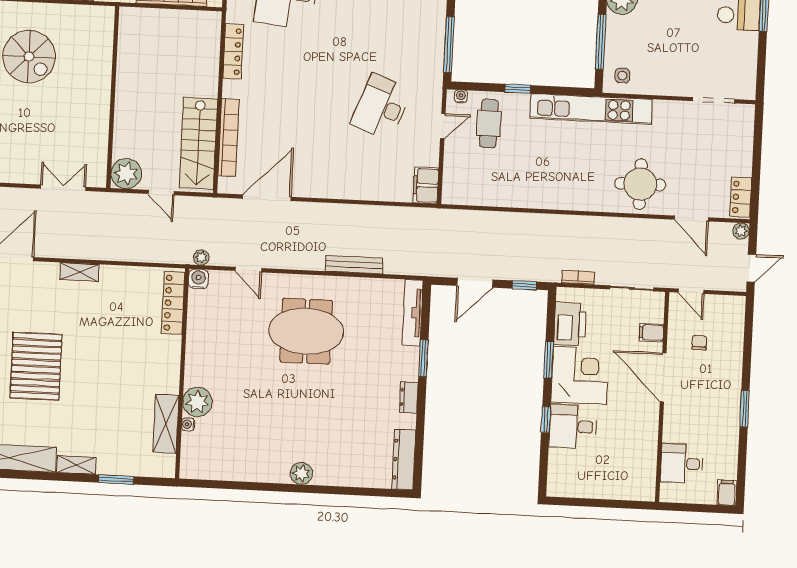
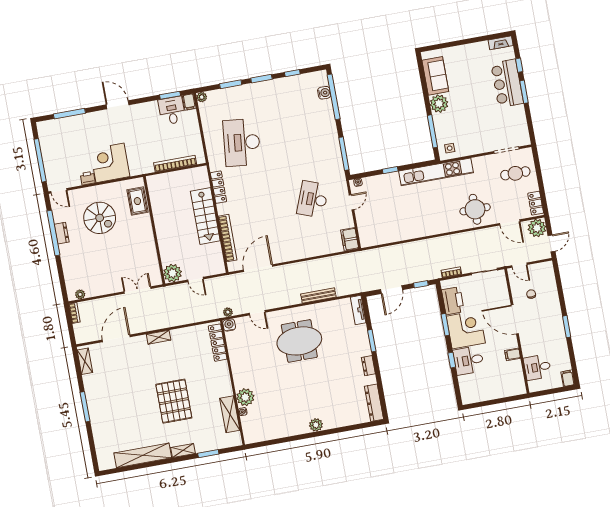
rug: (97, 44) -> (137, 201), added
cafe table: (489, 124) -> (515, 173), moved, turned 90
stairs: (198, 143) -> (205, 216), moved
plant: (741, 231) -> (537, 228), width x1.88, depth x1.88
tv unit: (413, 313) -> (358, 310), width x0.71
filing cabinet: (651, 333) -> (513, 354), moved
pallet: (36, 366) -> (174, 401), moved

